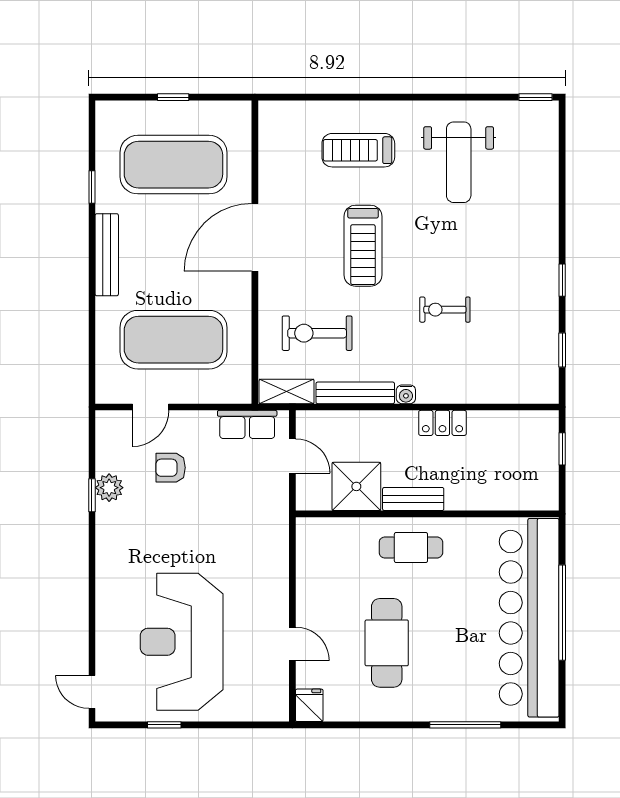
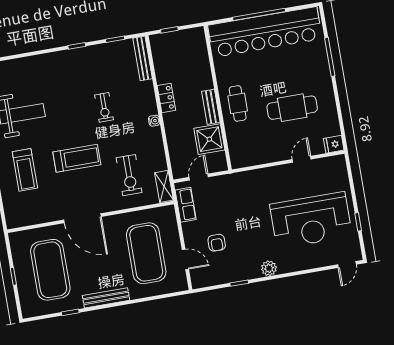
bench: (355, 393) -> (143, 58), moved
plant: (109, 488) -> (269, 268), moved

